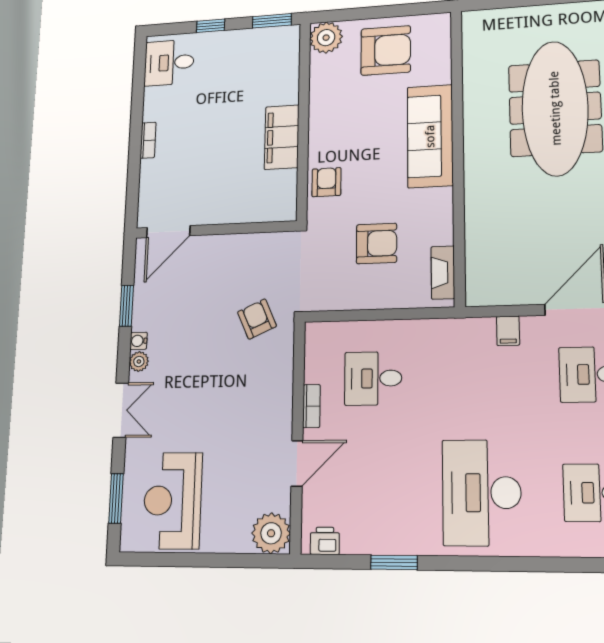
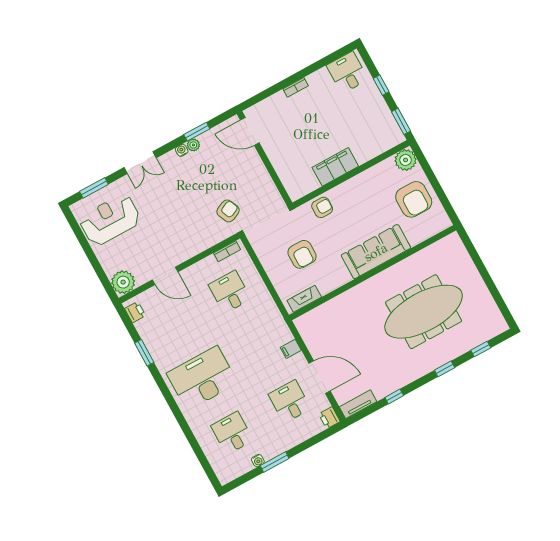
plant: (139, 361) -> (193, 145), moved
bookcase: (311, 406) -> (227, 251), moved

